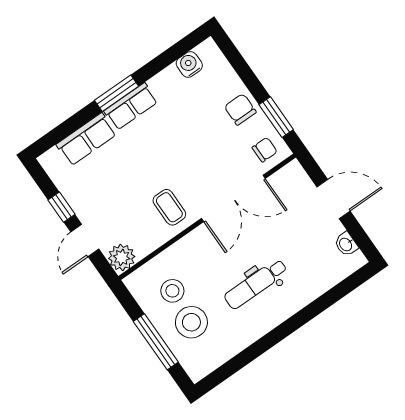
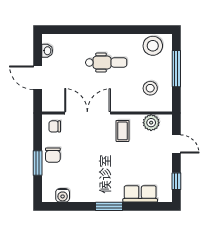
row of seats: (131, 106) -> (106, 195), removed
window: (276, 117) -> (38, 163), moved
window: (61, 207) -> (176, 181), moved
door: (85, 240) -> (176, 144), hinge flipped
plant: (122, 257) -> (151, 123), moved
stool: (191, 322) -> (153, 46), moved

